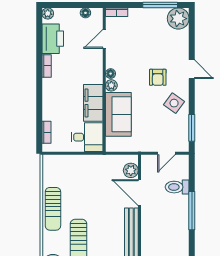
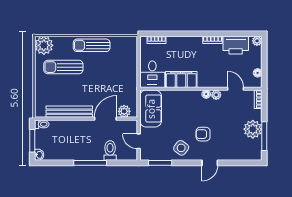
plant: (178, 19) -> (253, 129), moved
plant: (111, 85) -> (216, 95), moved
sofa: (118, 114) -> (151, 109), moved, turned -90

